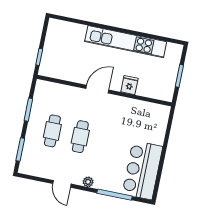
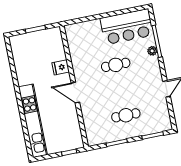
kitchen unit: (126, 42) -> (33, 121), moved
cafe table: (80, 137) -> (116, 65), moved
plant: (88, 182) -> (152, 51), moved

